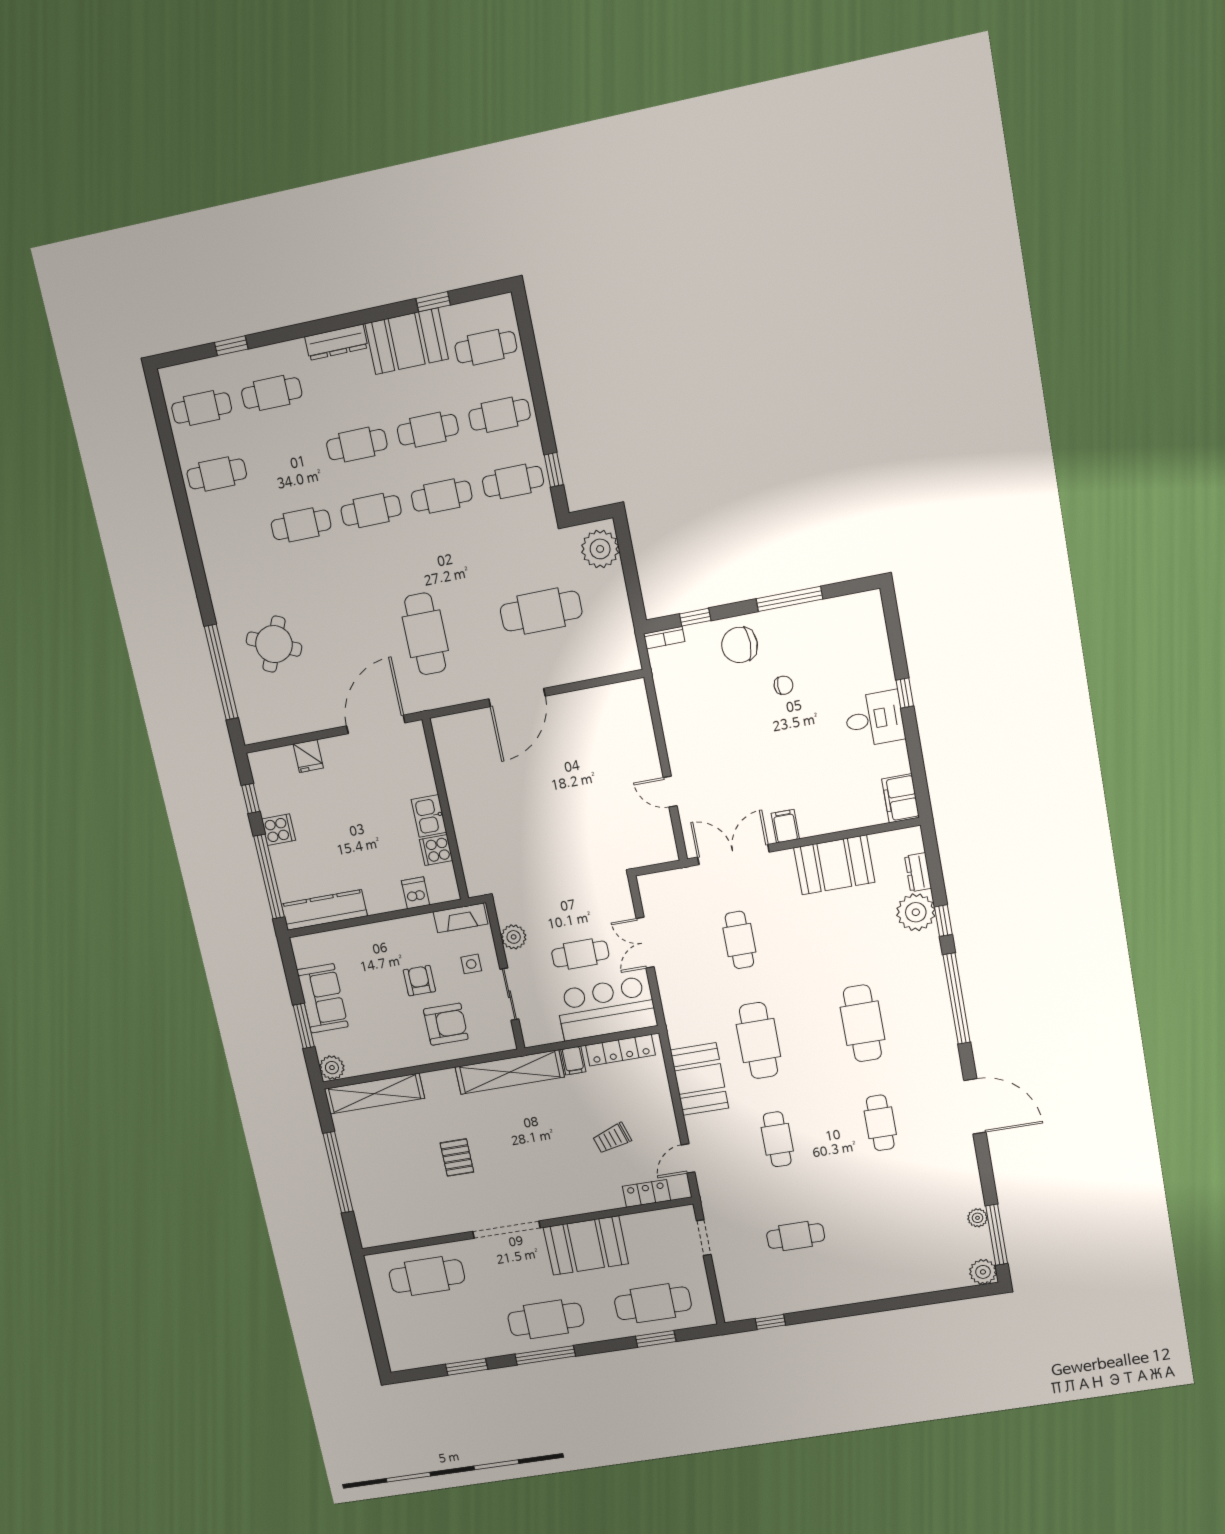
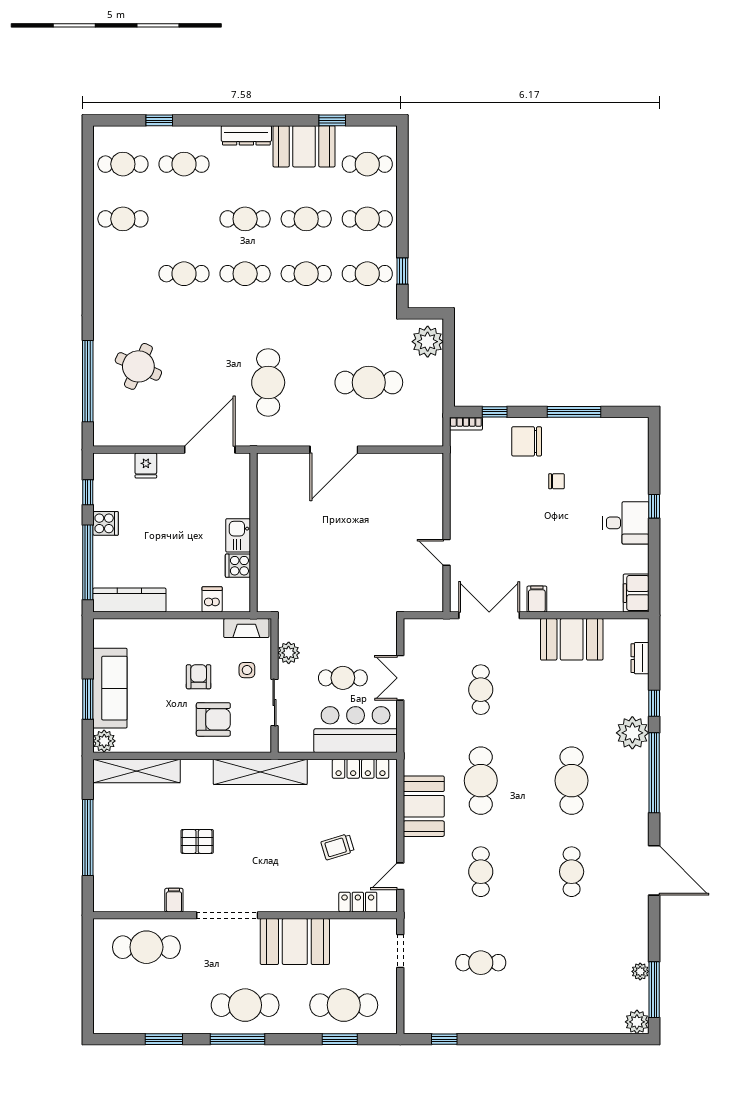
plant: (916, 912) -> (632, 733), moved
sofa: (323, 998) -> (110, 688), width x1.36
filing cabinet: (573, 1061) -> (174, 900), moved, turned 180
pallet: (457, 1158) -> (197, 841), turned 90

